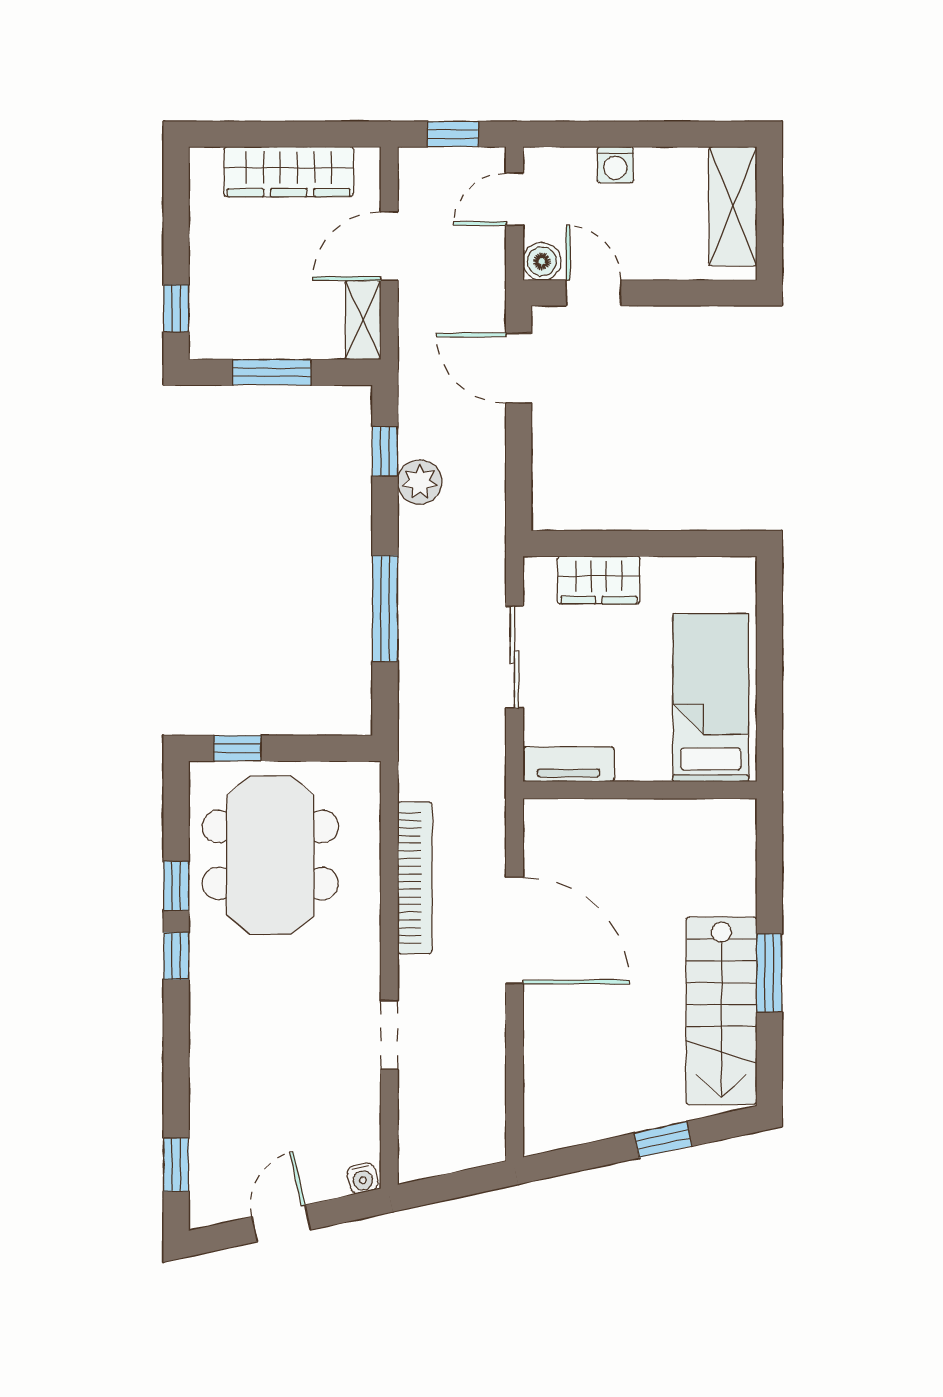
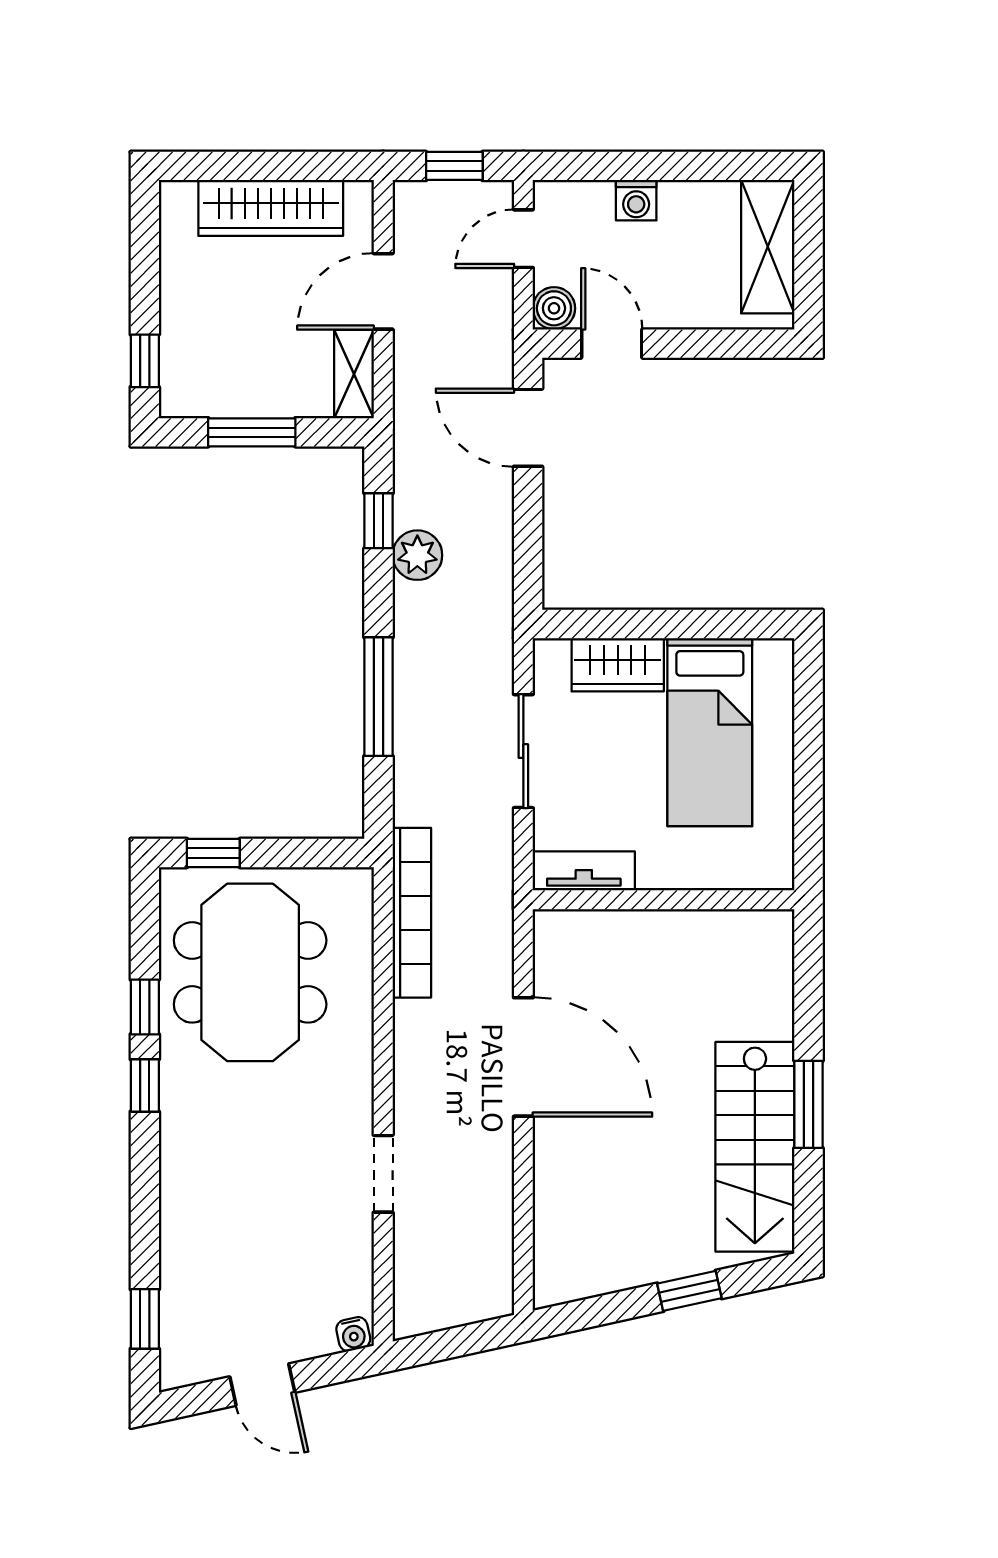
bed: (711, 698) -> (710, 732), moved, turned 180
bookcase: (415, 878) -> (412, 913), moved
door: (281, 1223) -> (262, 1385), swing flipped

